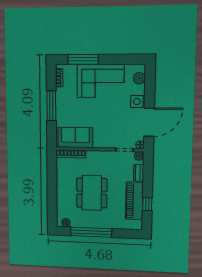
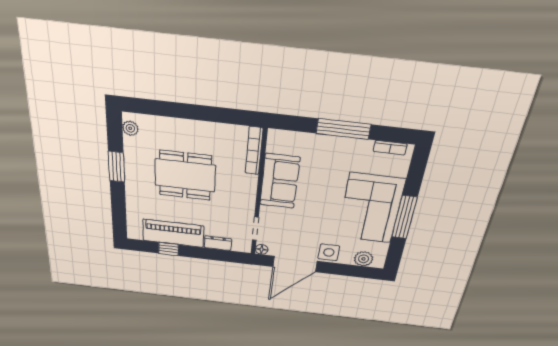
window: (83, 59) -> (404, 217), moved
door: (149, 122) -> (295, 264), hinge flipped
sofa: (75, 138) -> (280, 181), moved
plant: (139, 156) -> (244, 246), removed
window: (91, 232) -> (117, 167), width x0.47

